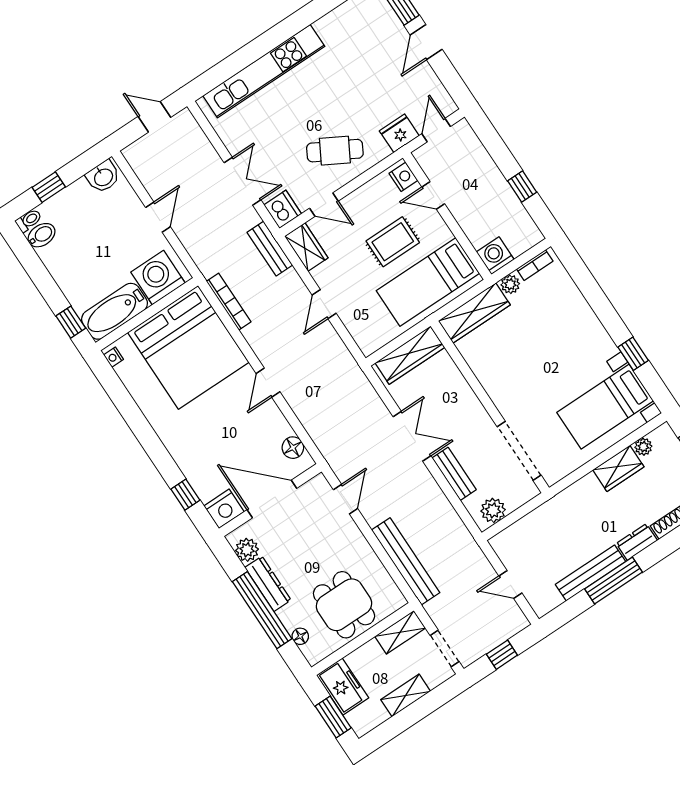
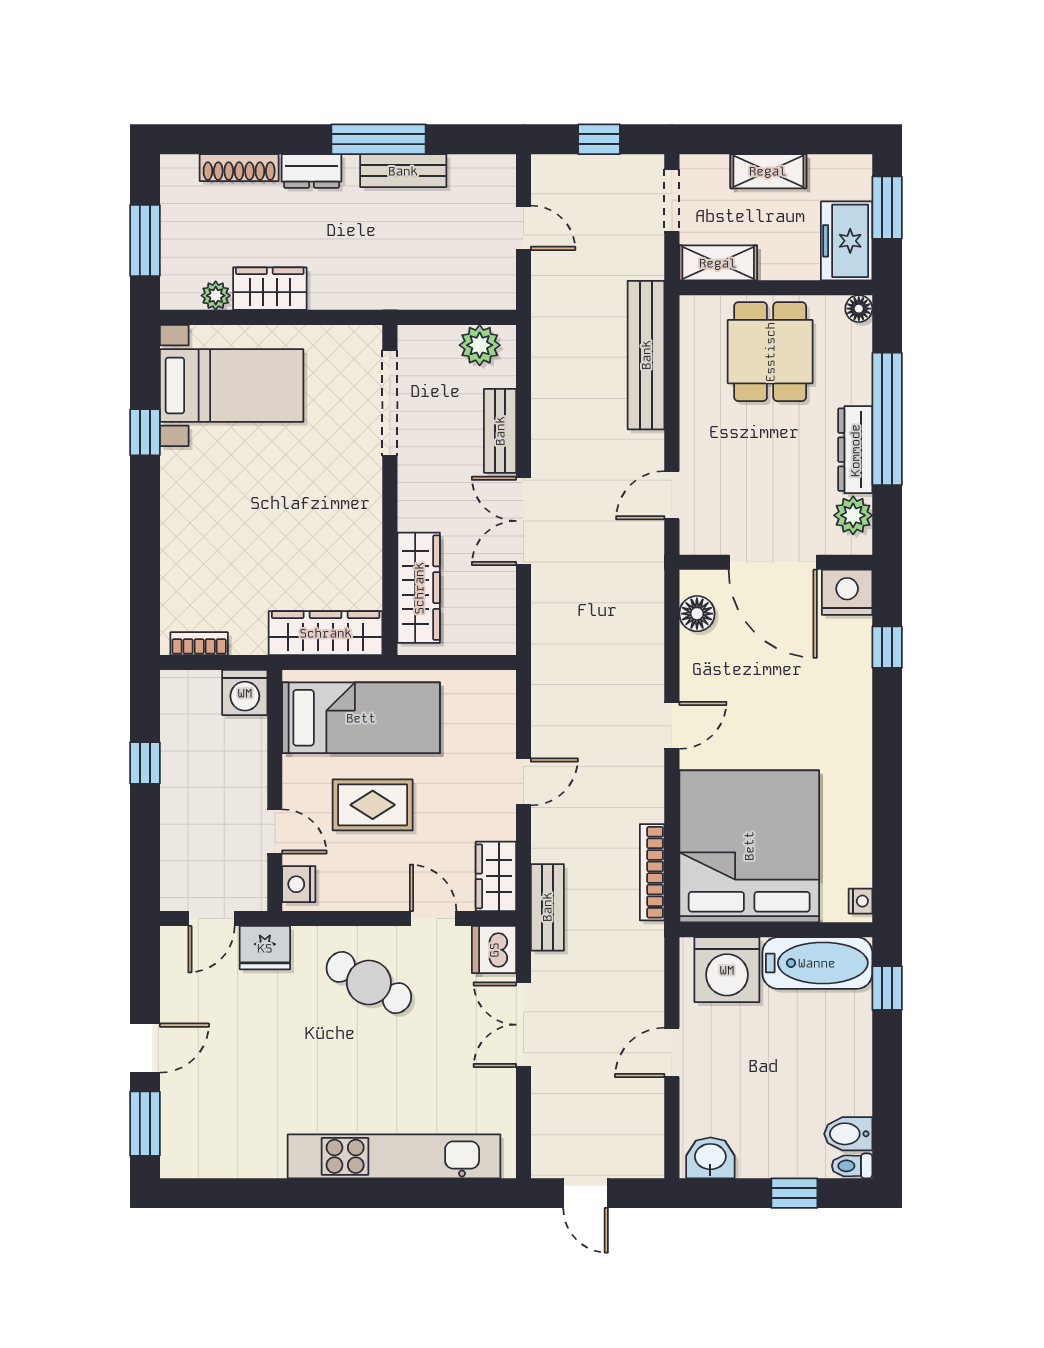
plant: (510, 284) -> (250, 640), removed
wardrobe: (410, 355) -> (419, 588), moved, turned 90
bench: (591, 573) -> (403, 171), width x0.73
floor lamp: (300, 636) -> (859, 309), moved

